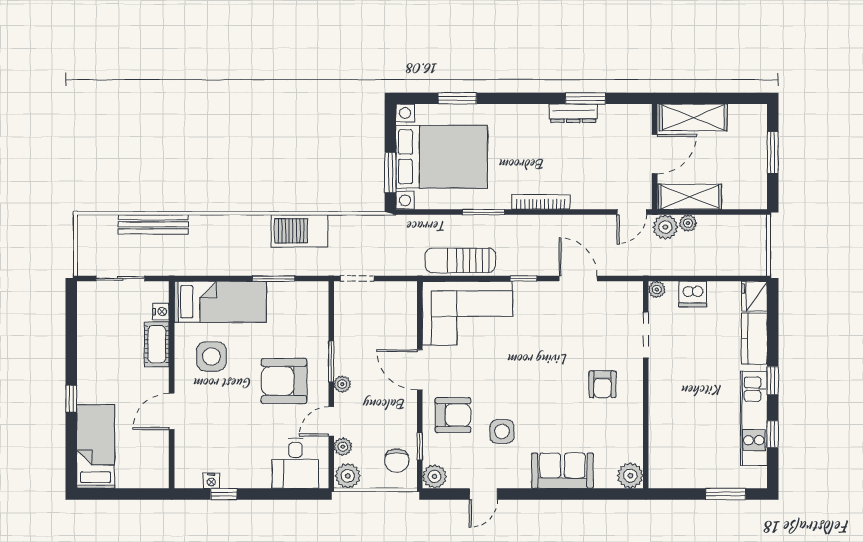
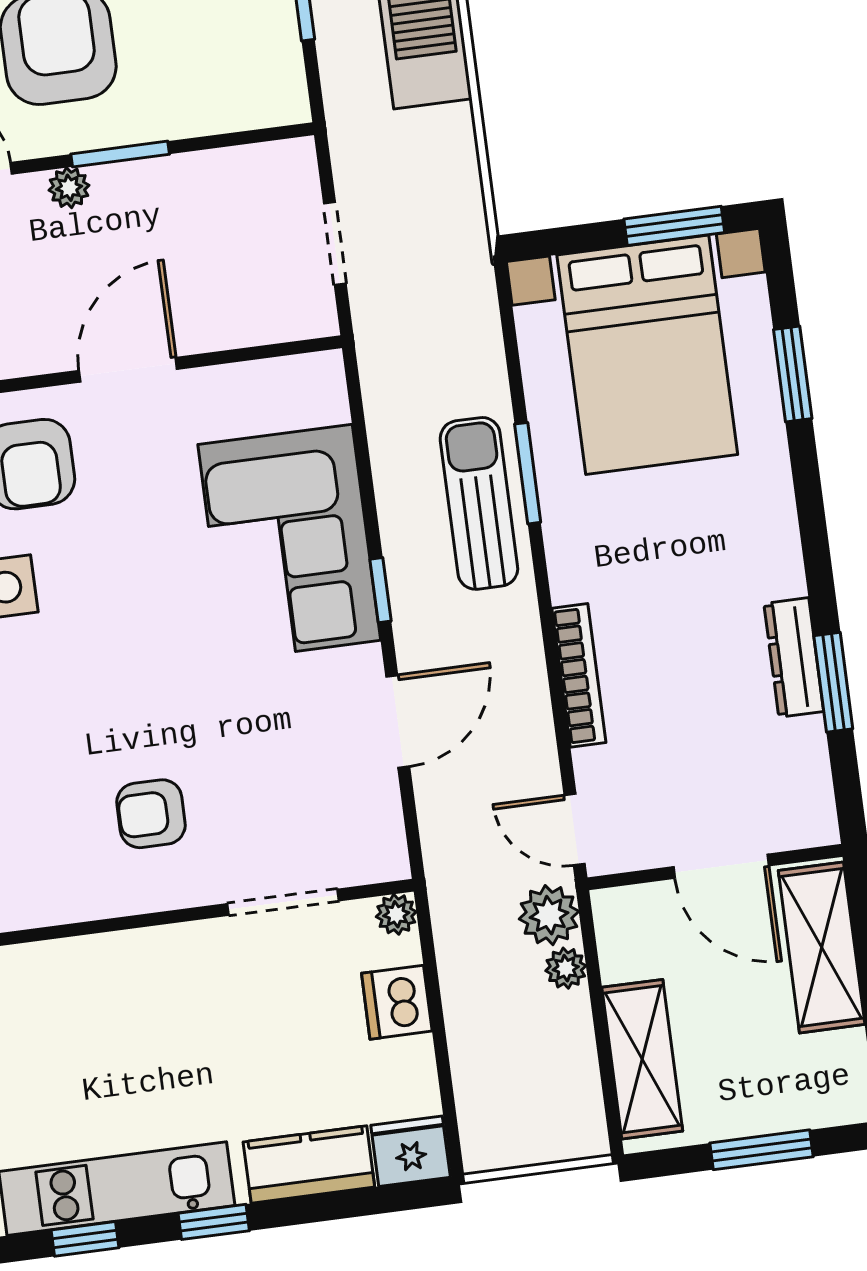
window: (390, 172) -> (674, 226), moved
shelving: (690, 197) -> (642, 1059), moved
bookcase: (541, 202) -> (579, 675), moved
sun lounger: (460, 260) -> (479, 503), moved
doorway: (357, 278) -> (335, 244), moved
corner sofa: (467, 313) -> (289, 542), moved

